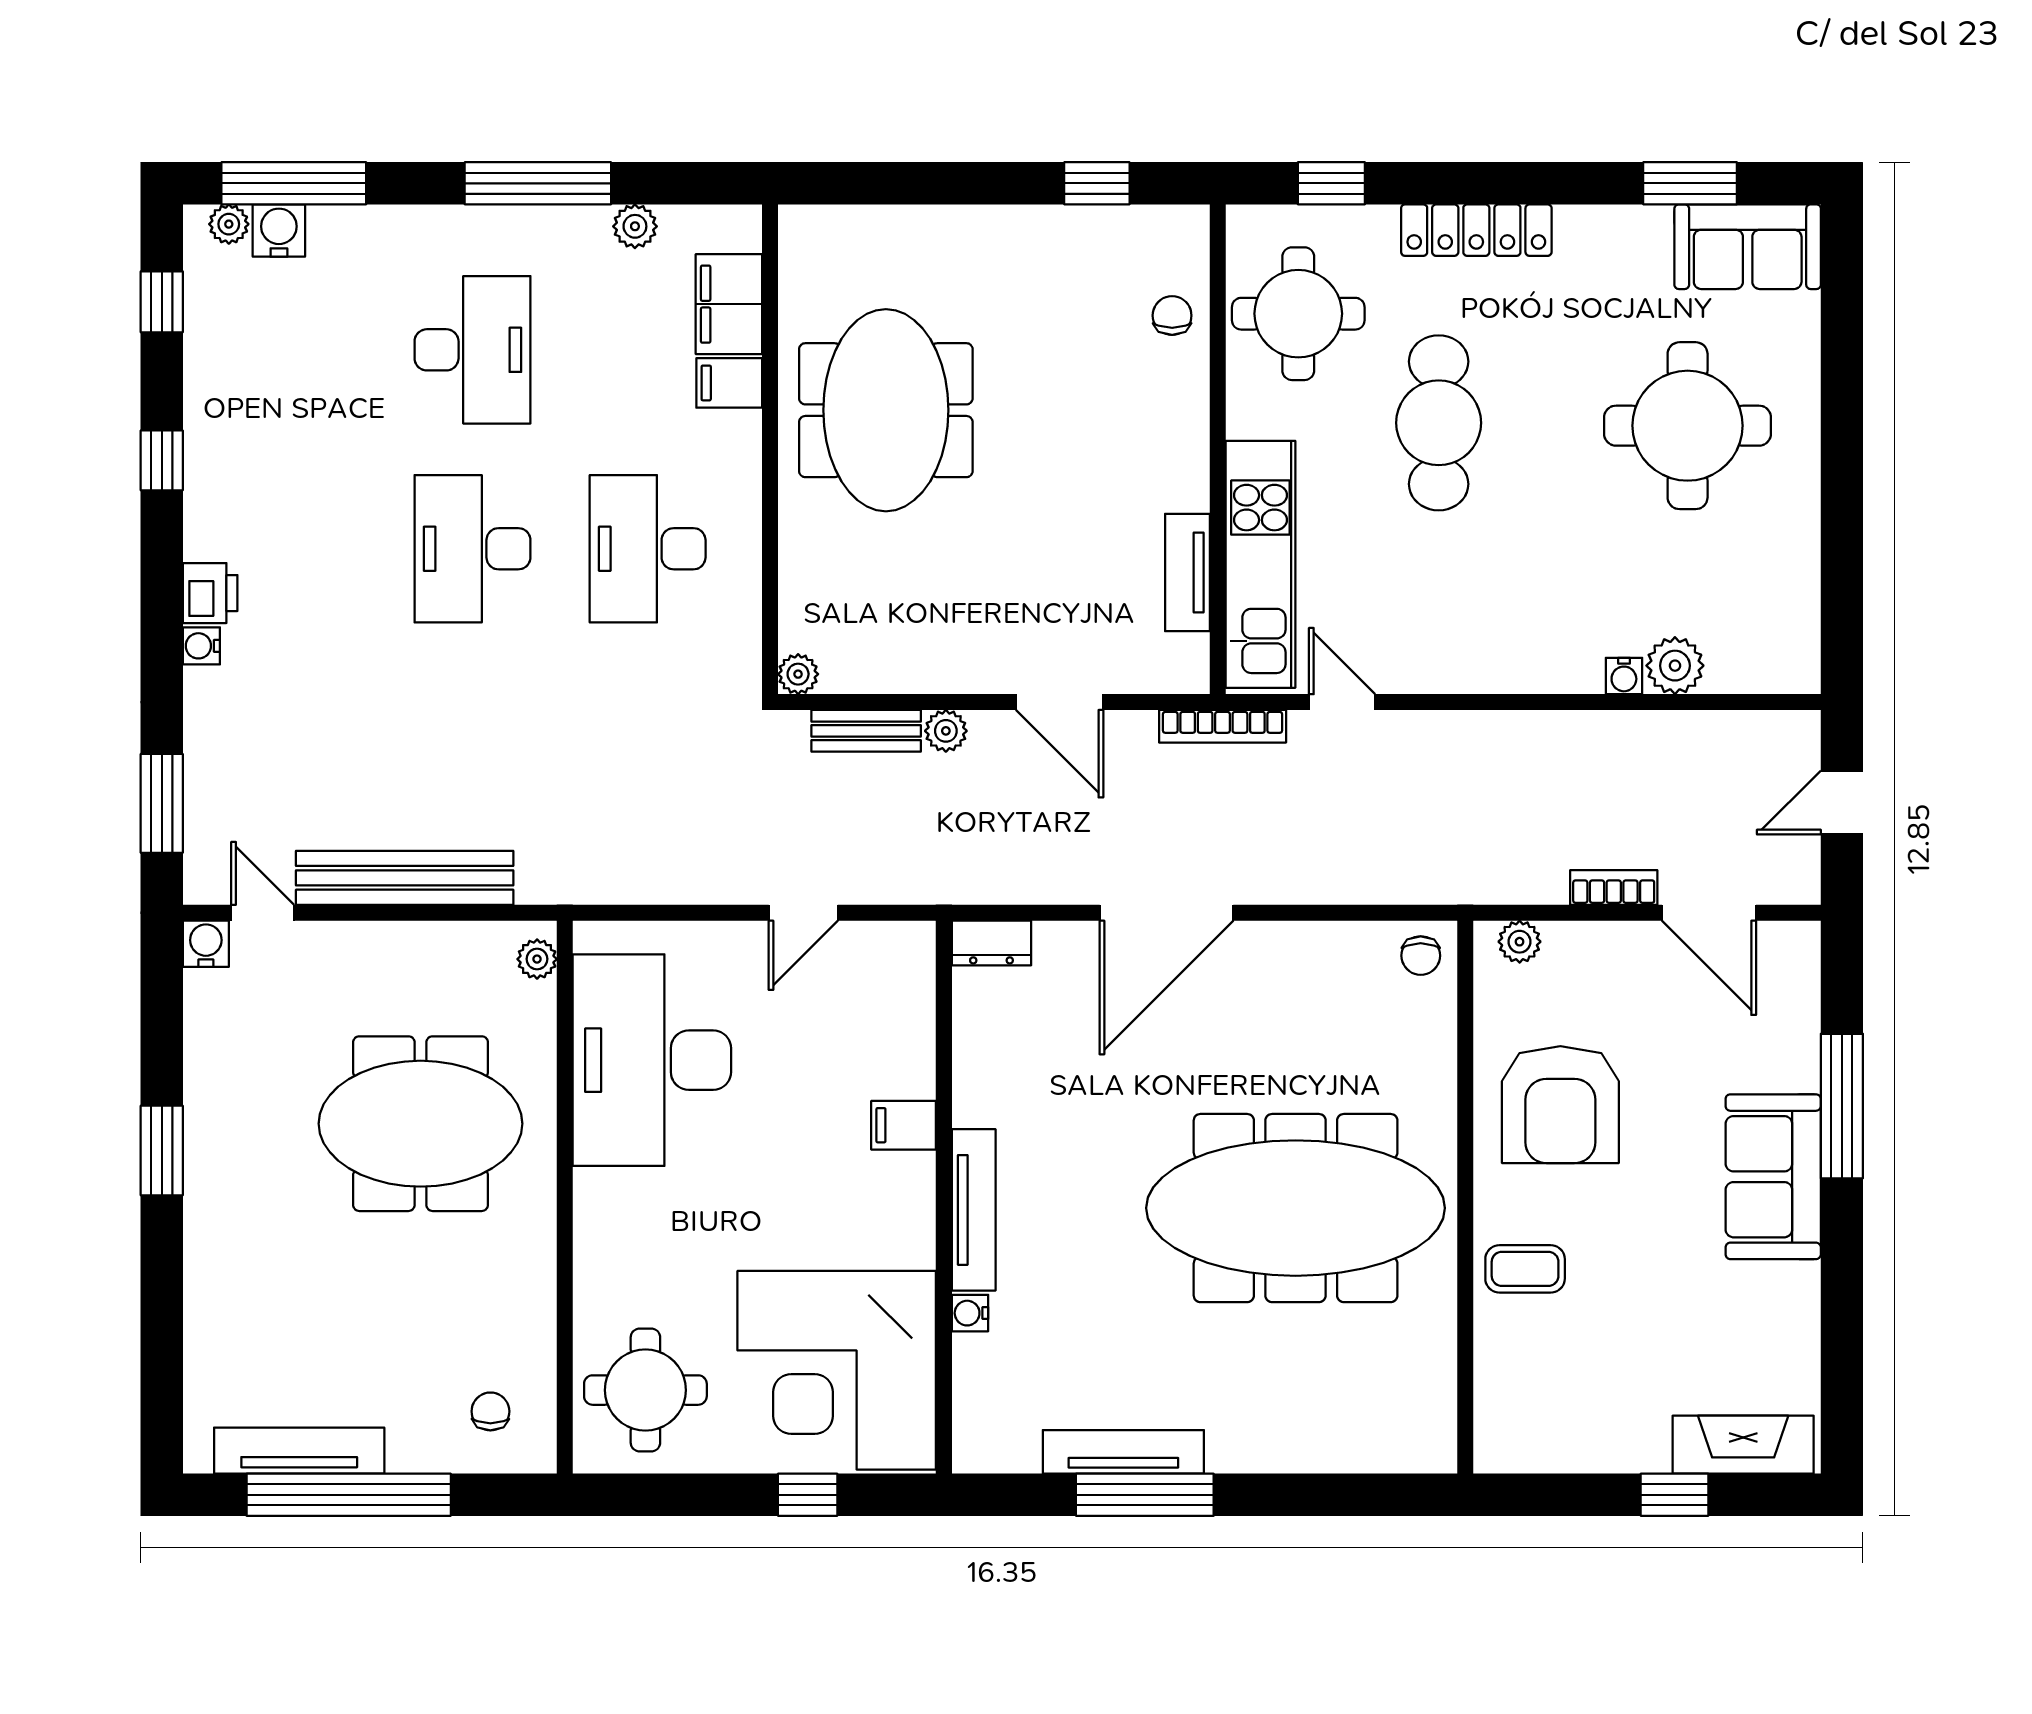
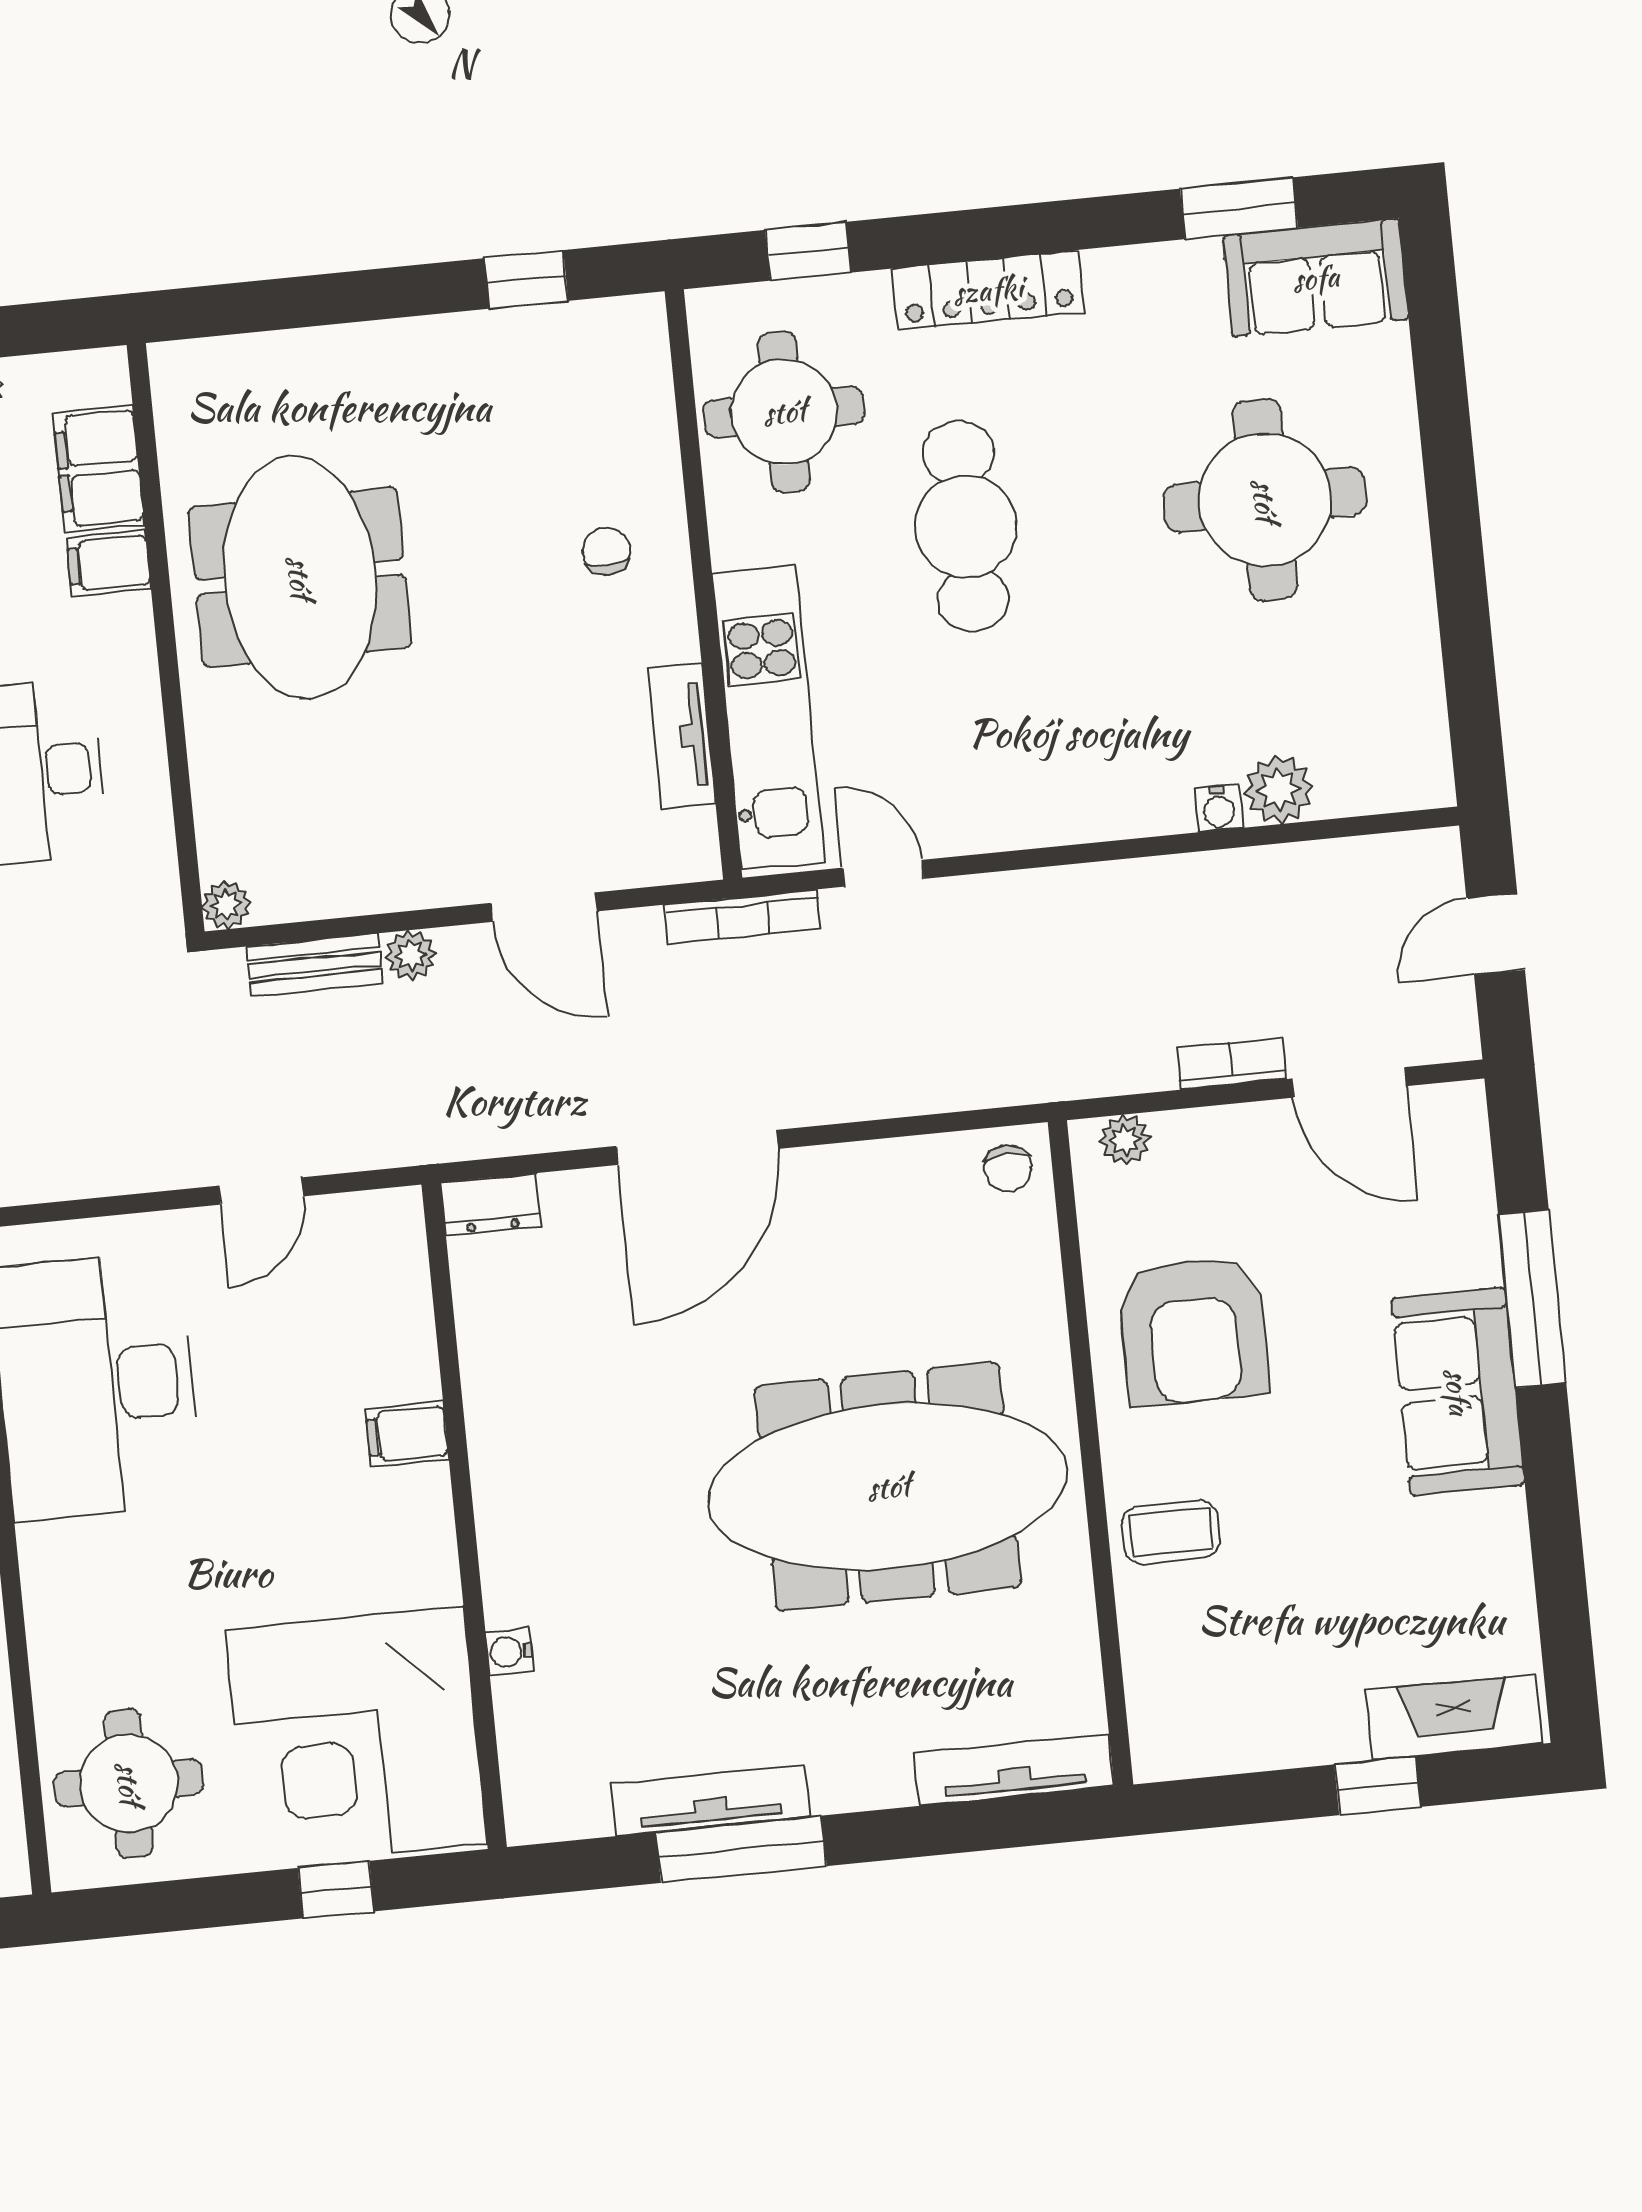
chair: (1172, 316) -> (607, 551), moved
tv unit: (974, 1210) -> (1014, 1770), moved, turned -90

